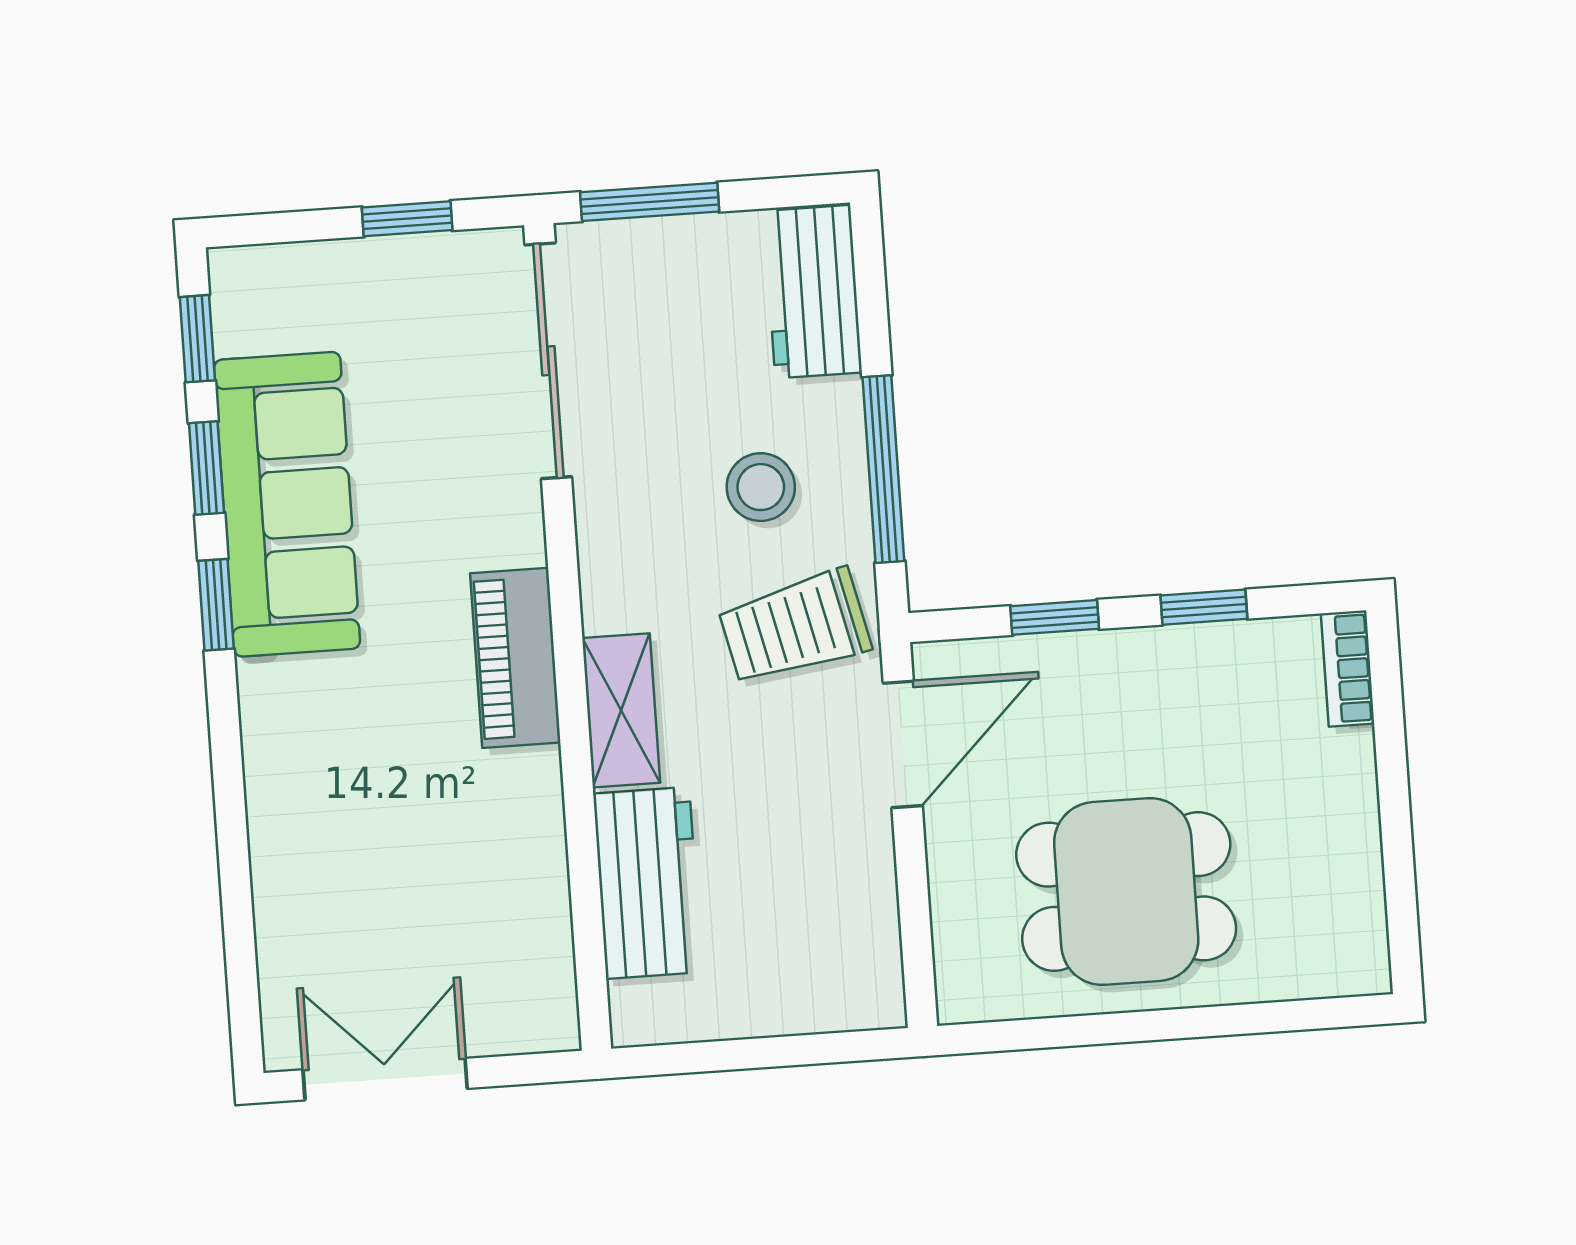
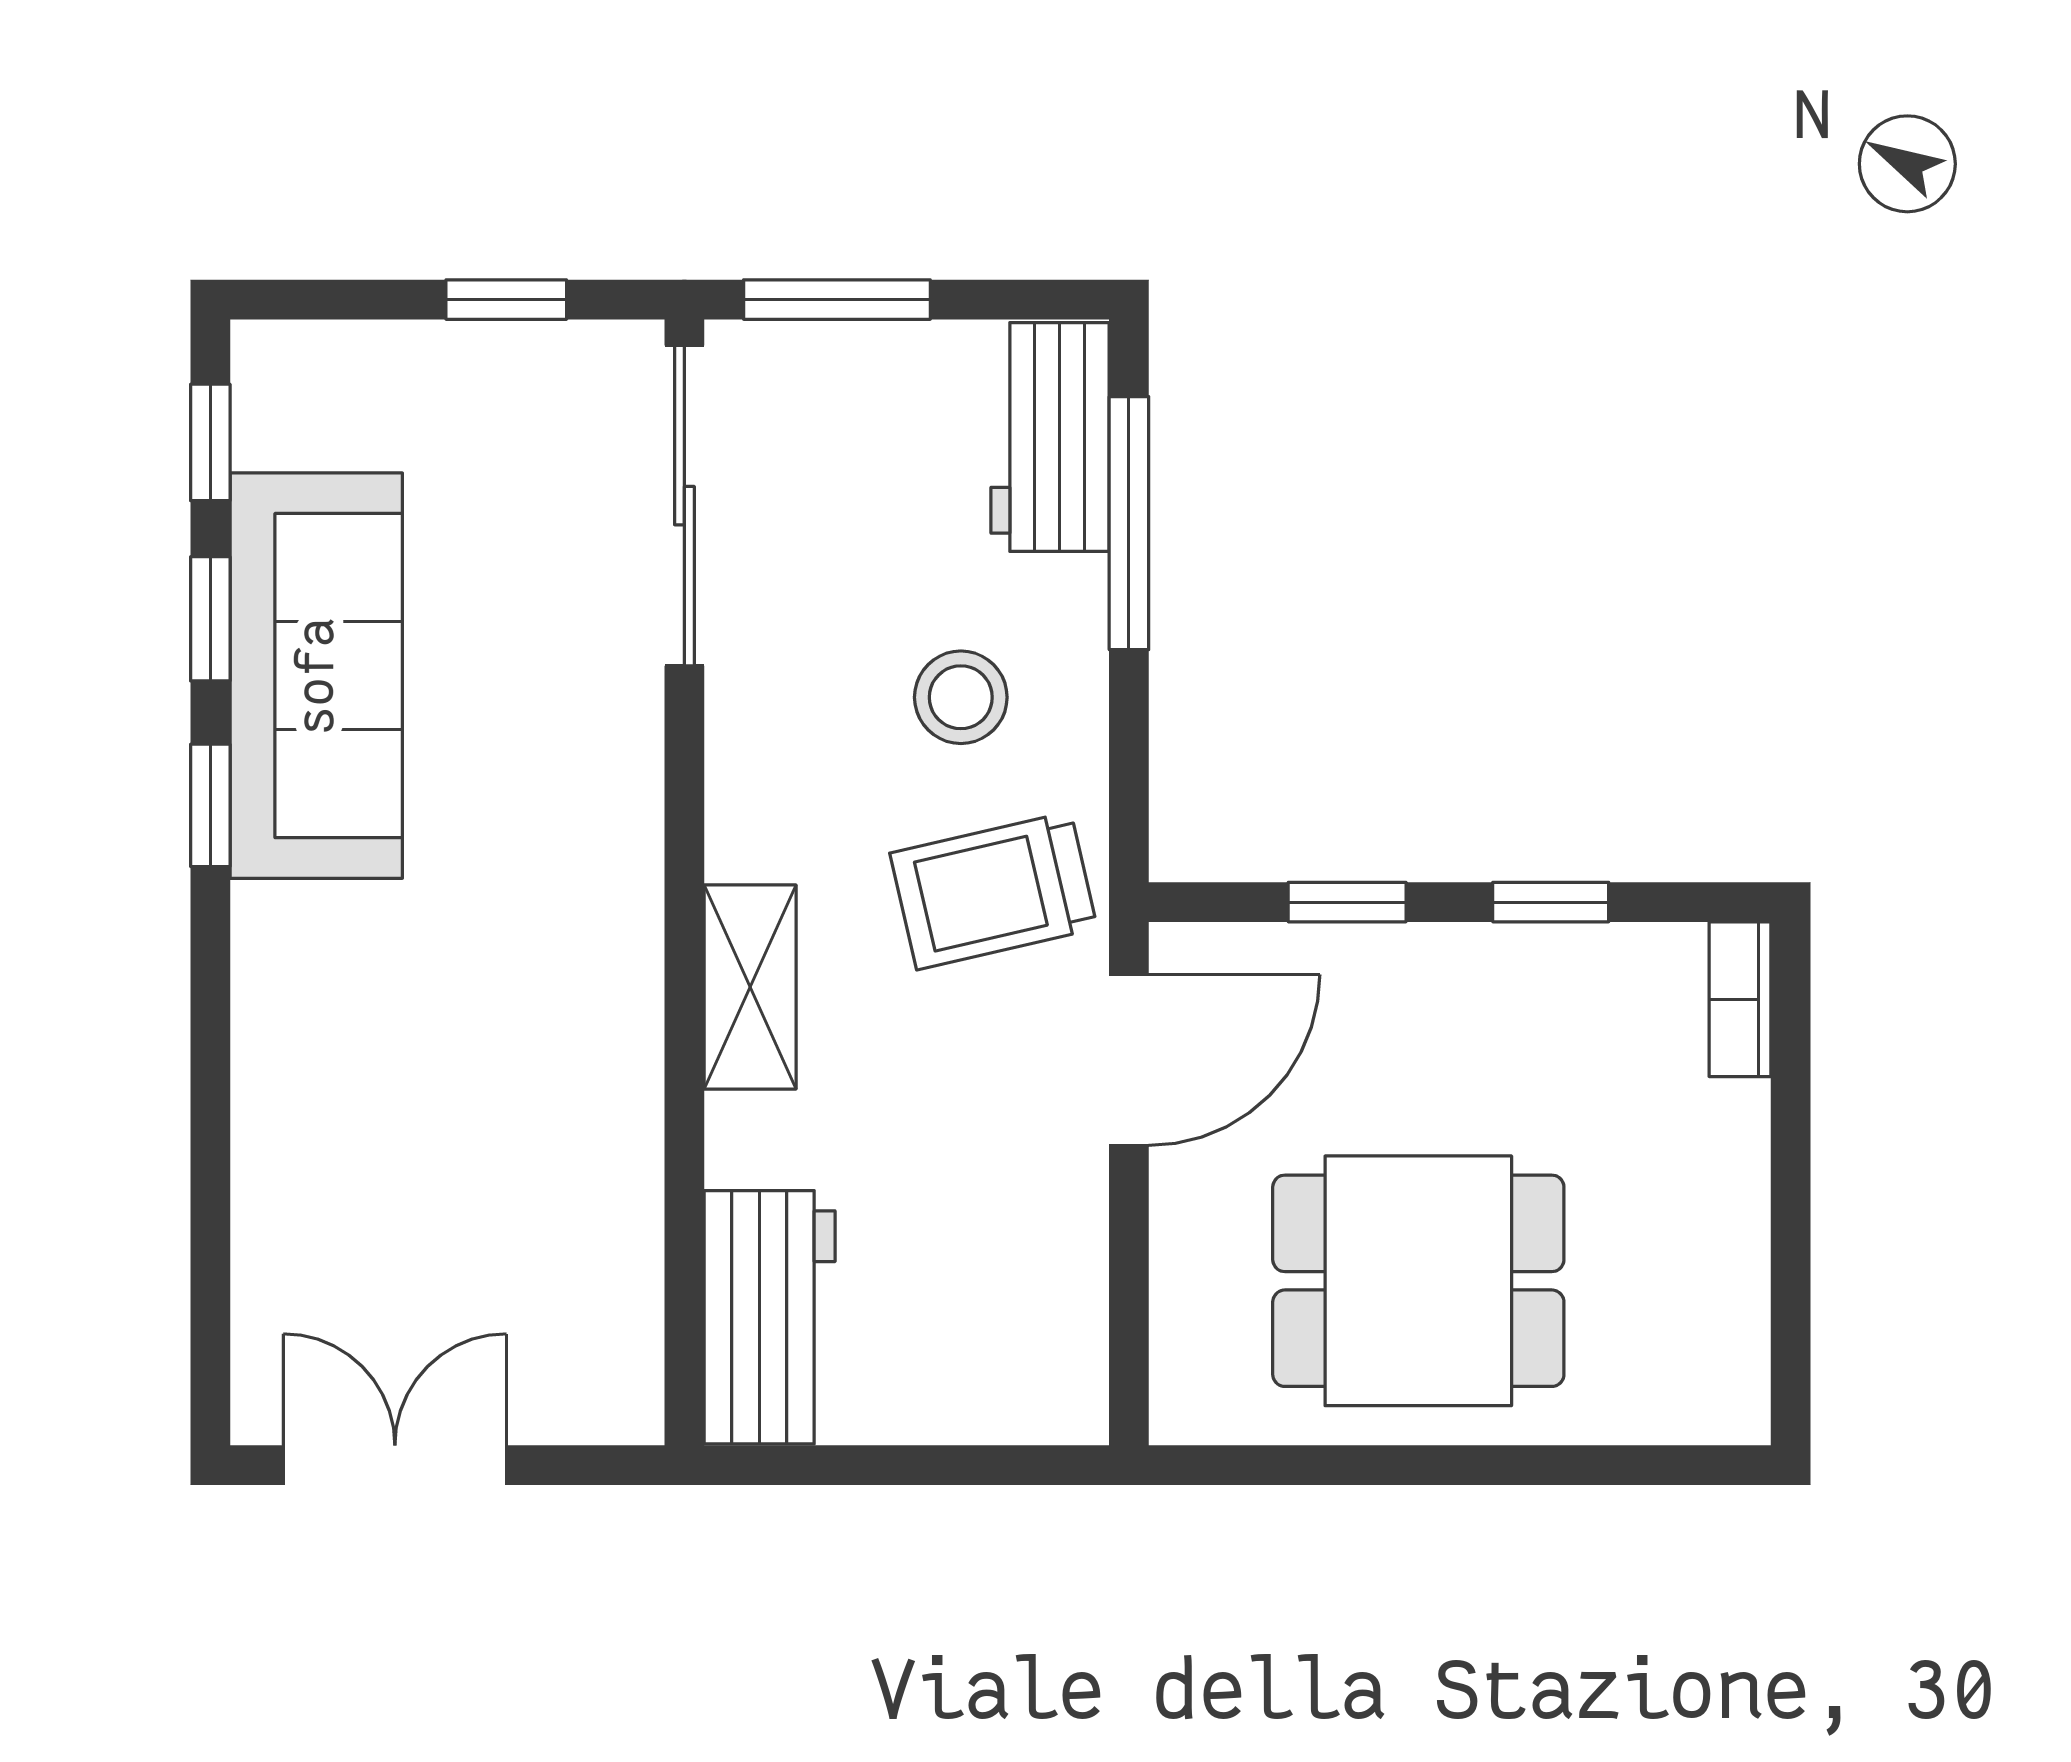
window: (883, 469) -> (1129, 523), moved
piano: (515, 658) -> (611, 906), removed
workbench: (648, 883) -> (770, 1317), moved

